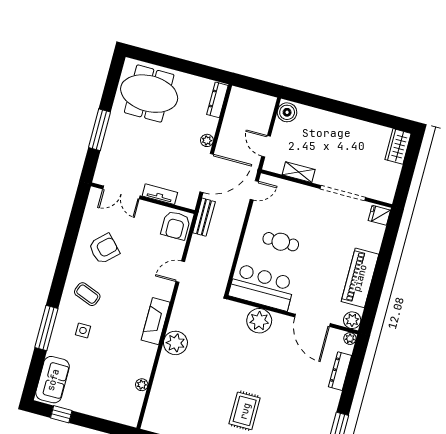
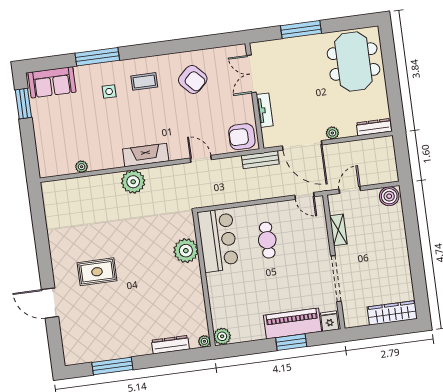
wardrobe: (398, 146) -> (392, 313), width x1.50
window: (384, 259) -> (291, 342), added
piano: (360, 278) -> (292, 323), moved
coffee table: (87, 294) -> (144, 81), turned 69
door: (312, 320) -> (207, 300), removed
window: (61, 414) -> (23, 104), width x1.50

